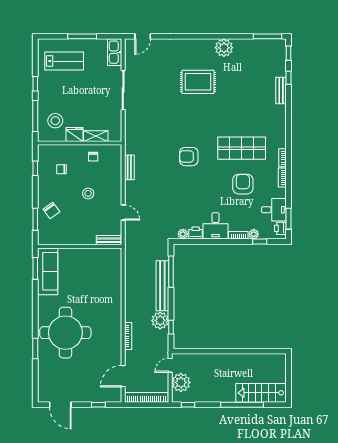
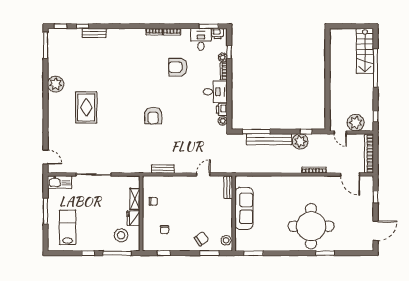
shop shelf: (242, 148) -> (146, 68), removed
stool: (88, 193) -> (226, 240), moved
sofa: (48, 271) -> (244, 208), moved, turned 90

